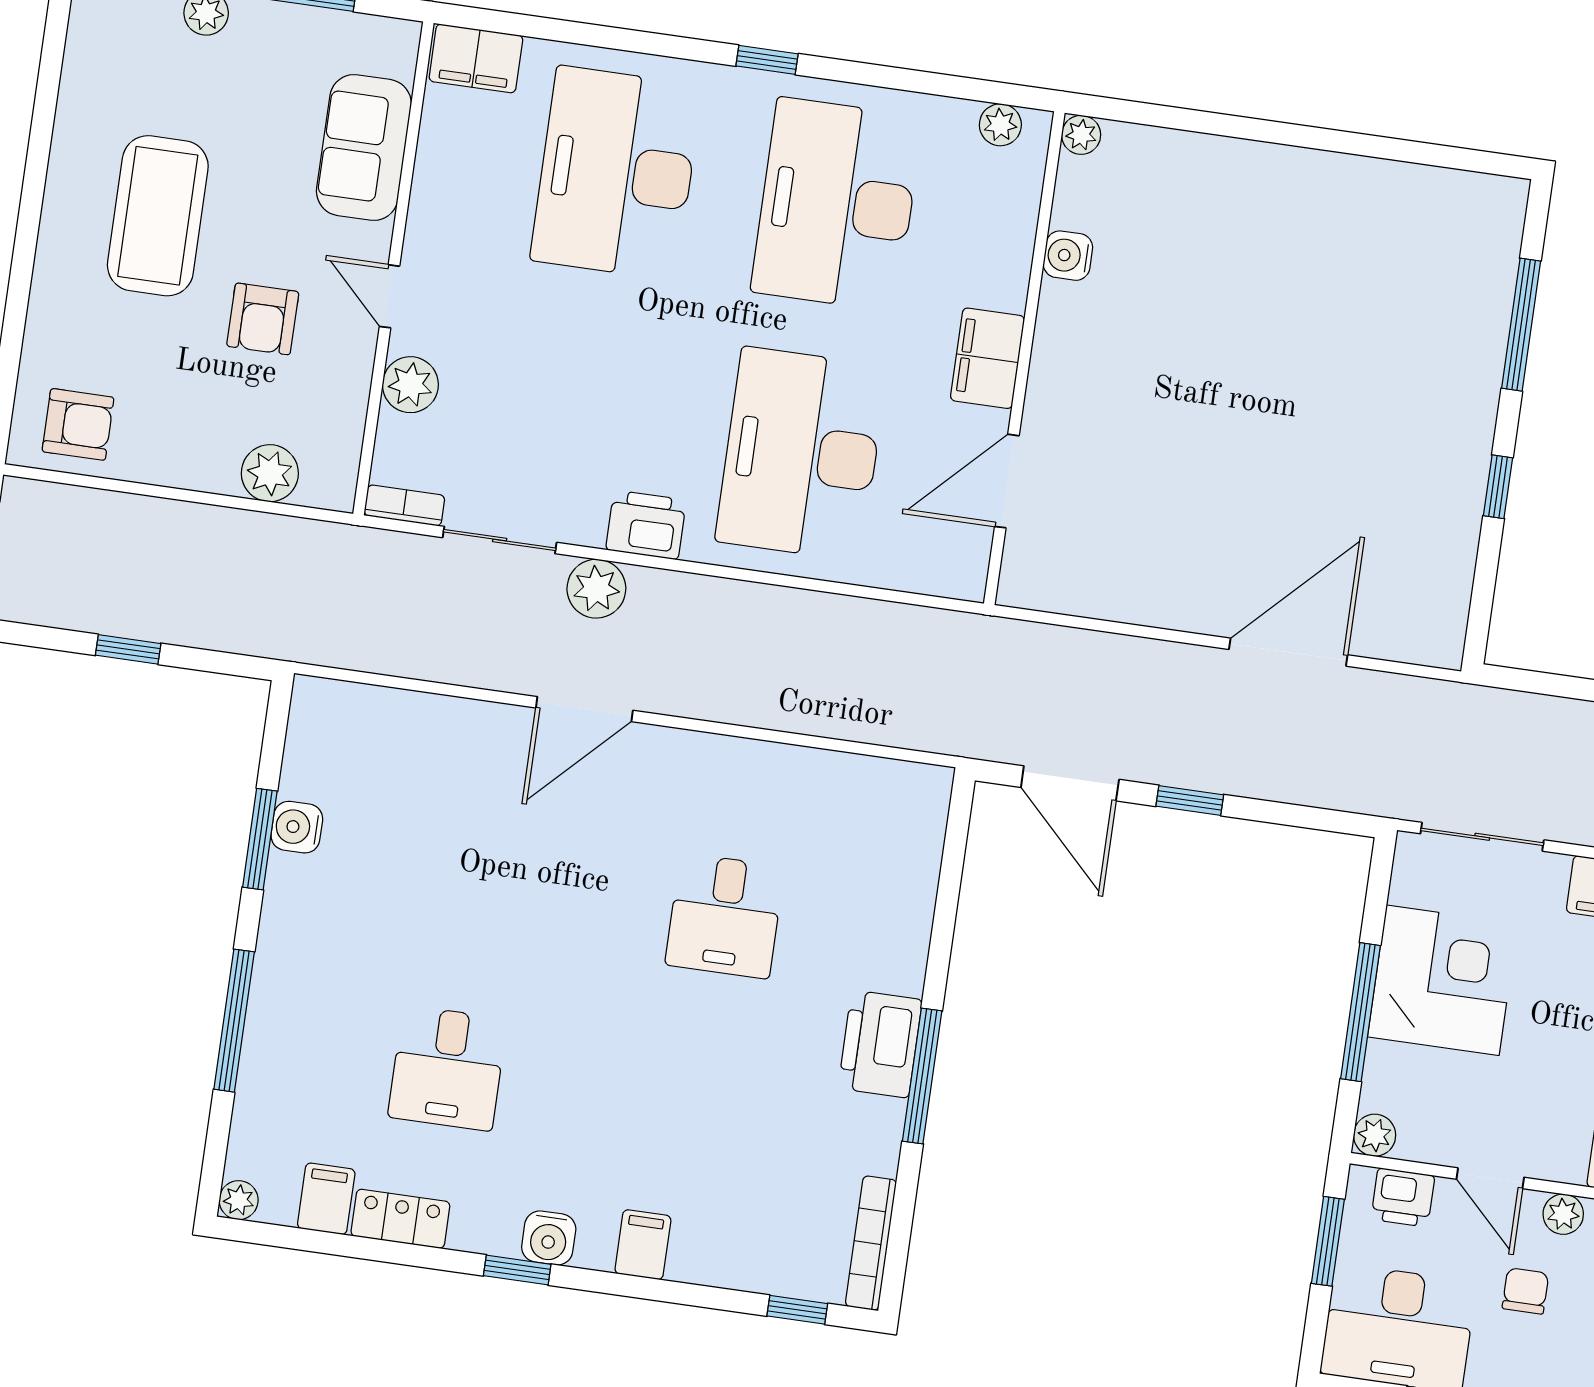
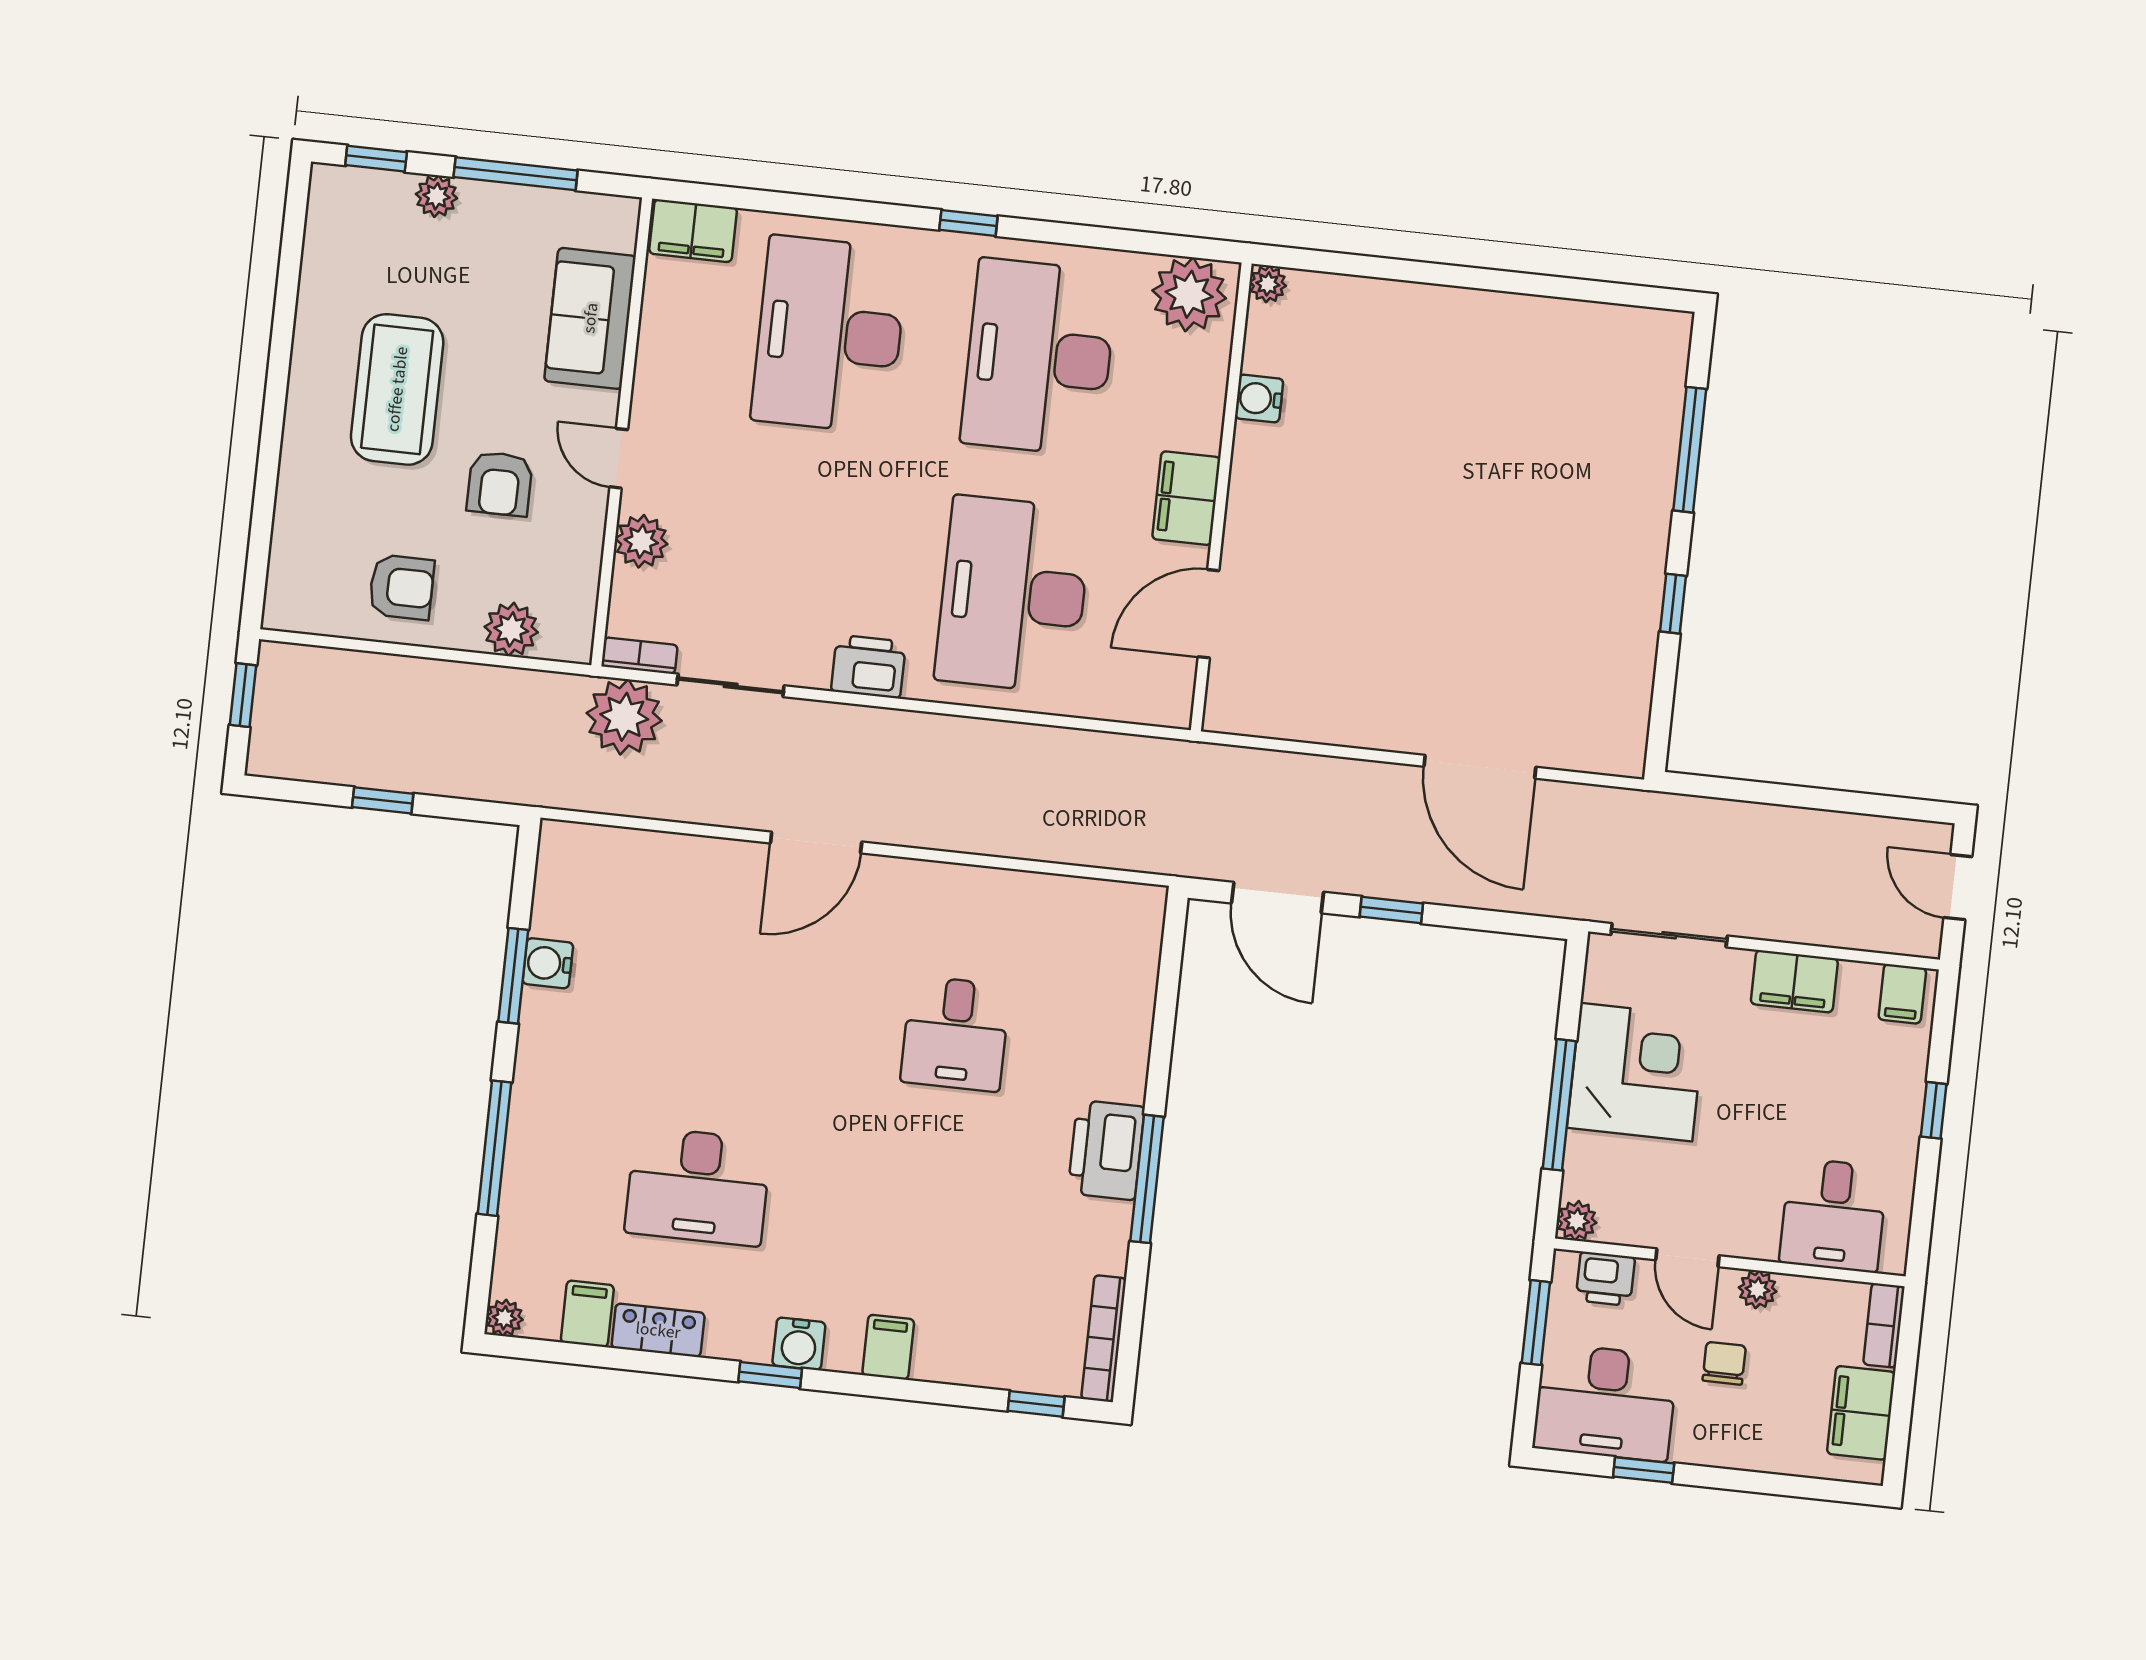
plant: (1000, 125) -> (1189, 294), width x1.87, depth x1.87
armchair: (78, 424) -> (402, 587), moved
plant: (596, 589) -> (624, 717), moved, width x1.36, depth x1.36
door: (1288, 652) -> (1480, 767), swing flipped
desk: (448, 1068) -> (698, 1186), width x1.37

